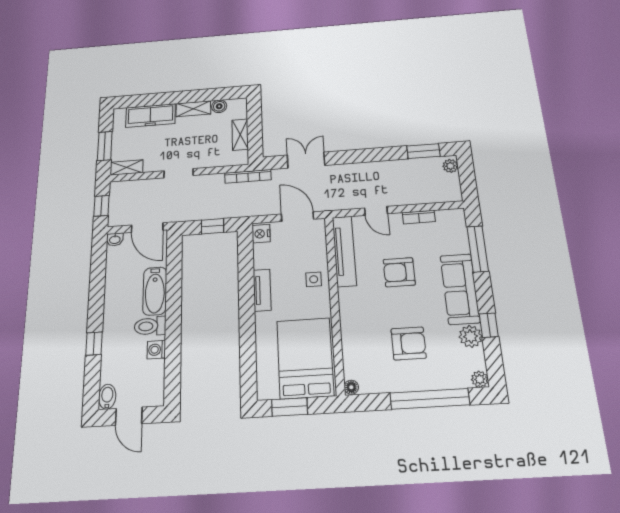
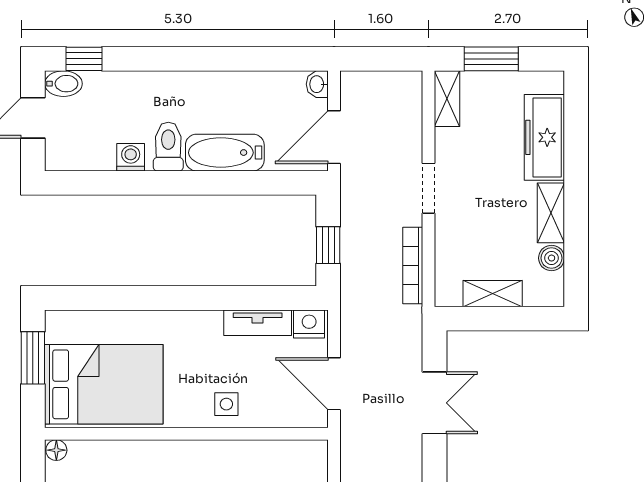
bookcase: (248, 176) -> (413, 265), moved
window: (101, 206) -> (379, 59), removed
door: (297, 217) -> (334, 384), swing flipped
tv unit: (344, 251) -> (270, 455), removed
tv unit: (262, 290) -> (258, 323), moved
window: (94, 344) -> (84, 59), moved

